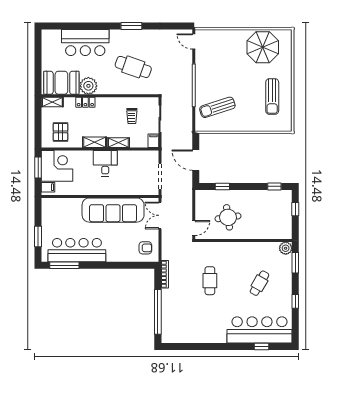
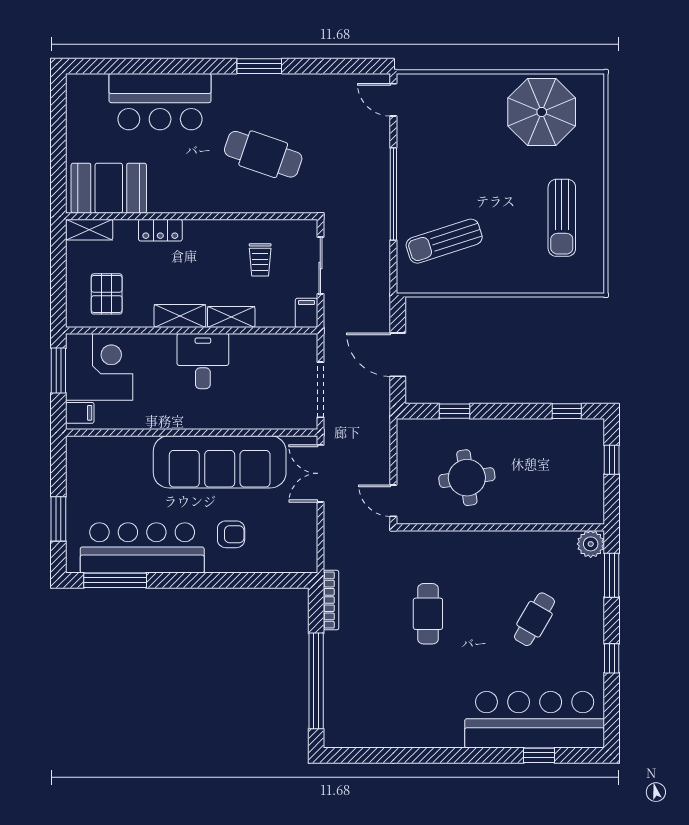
plant: (88, 86) -> (167, 195), removed
door: (194, 228) -> (393, 501), swing flipped
armchair: (145, 248) -> (231, 534), moved

